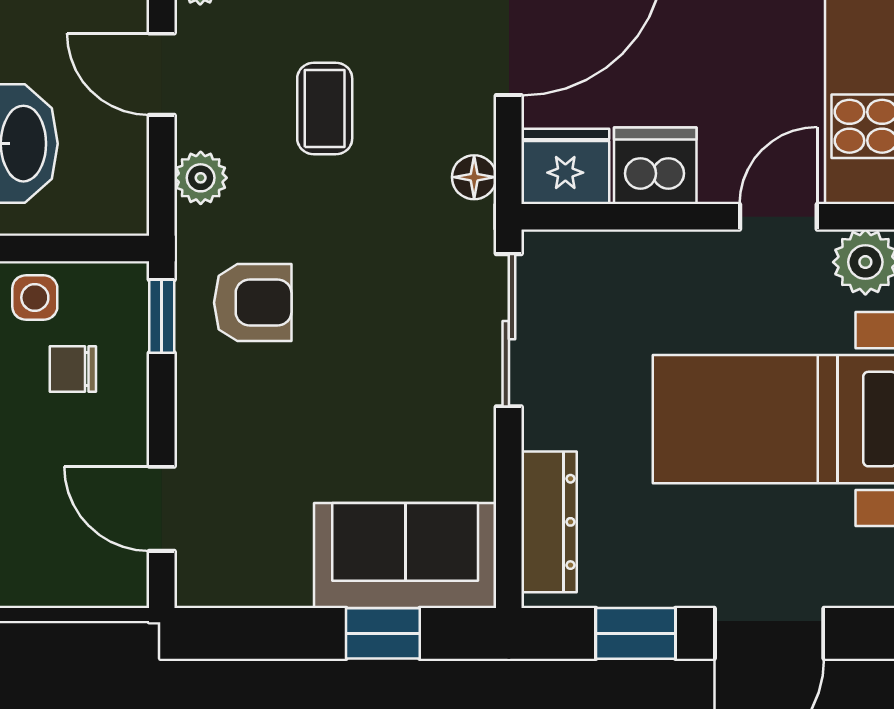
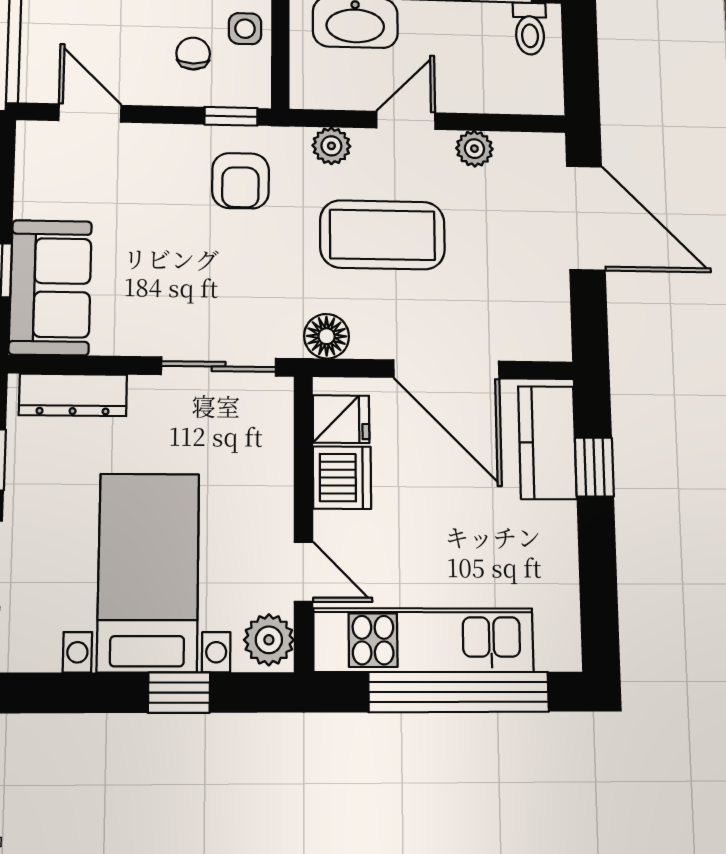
coffee table: (325, 108) -> (382, 235), width x1.86, depth x1.72
fridge: (565, 166) -> (341, 419), width x0.72
floor lamp: (474, 177) -> (327, 336), width x1.37, depth x1.37
door: (162, 509) -> (90, 113), hinge flipped

